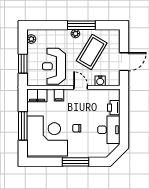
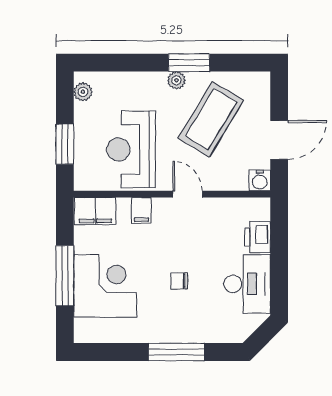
window: (81, 25) -> (189, 63), width x0.69
water cooler: (100, 81) -> (260, 180), moved
corner desk: (47, 136) -> (105, 286), width x0.74, depth x0.74

